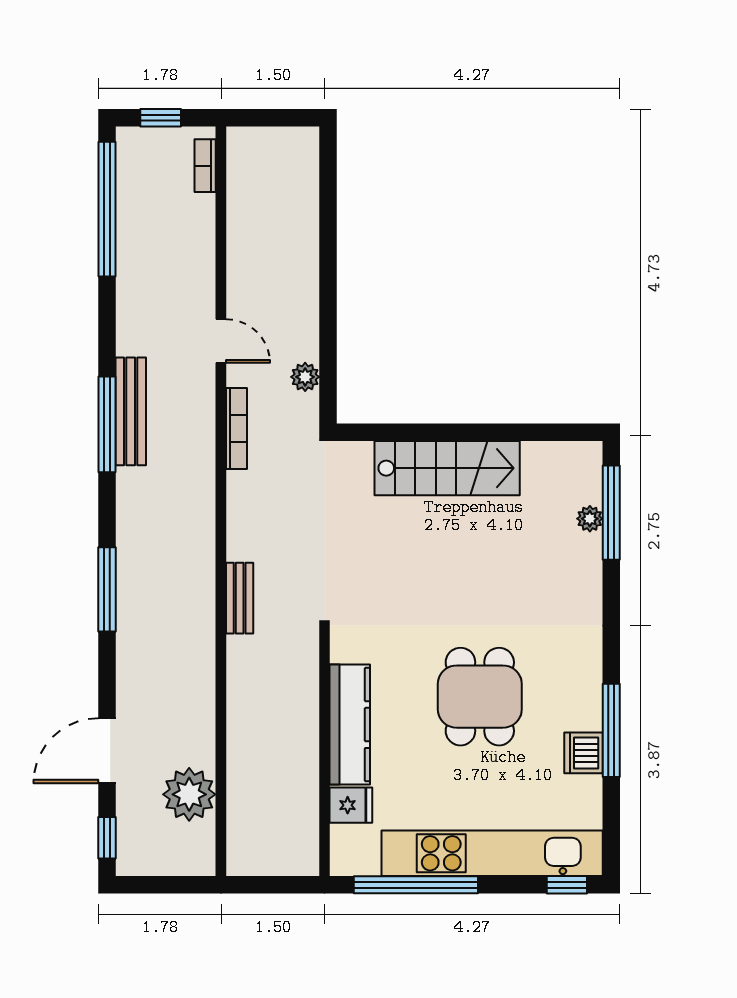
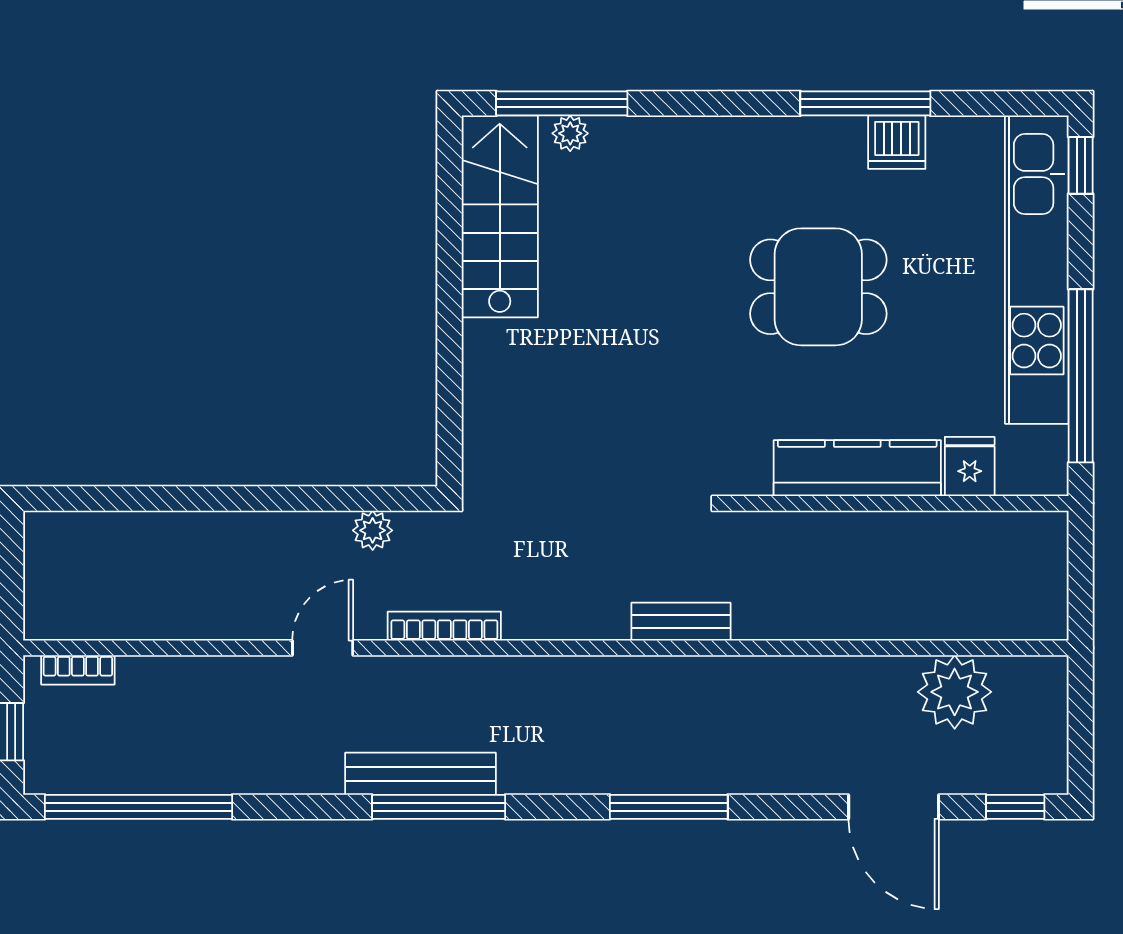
stairs: (447, 468) -> (500, 216), moved

